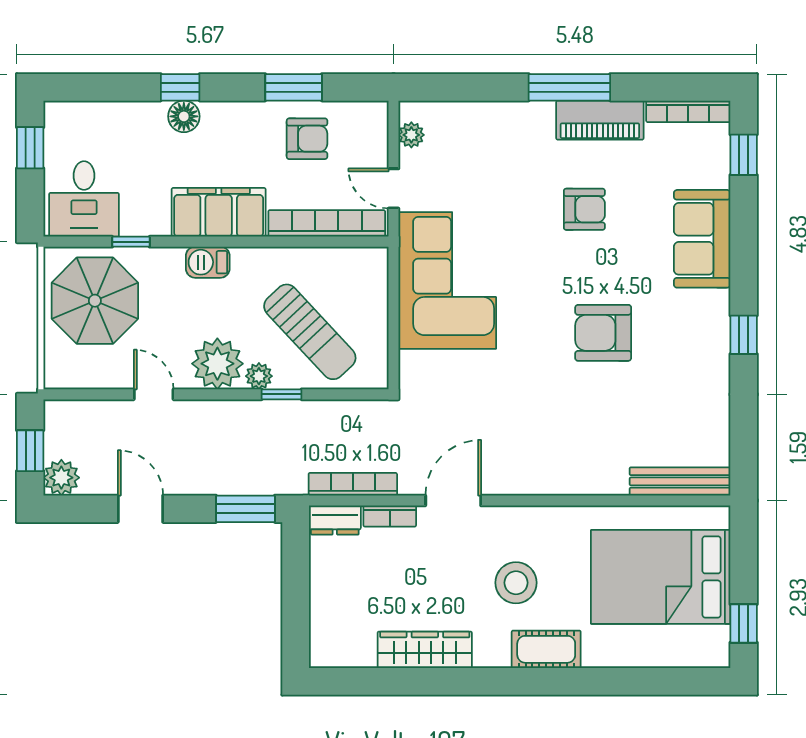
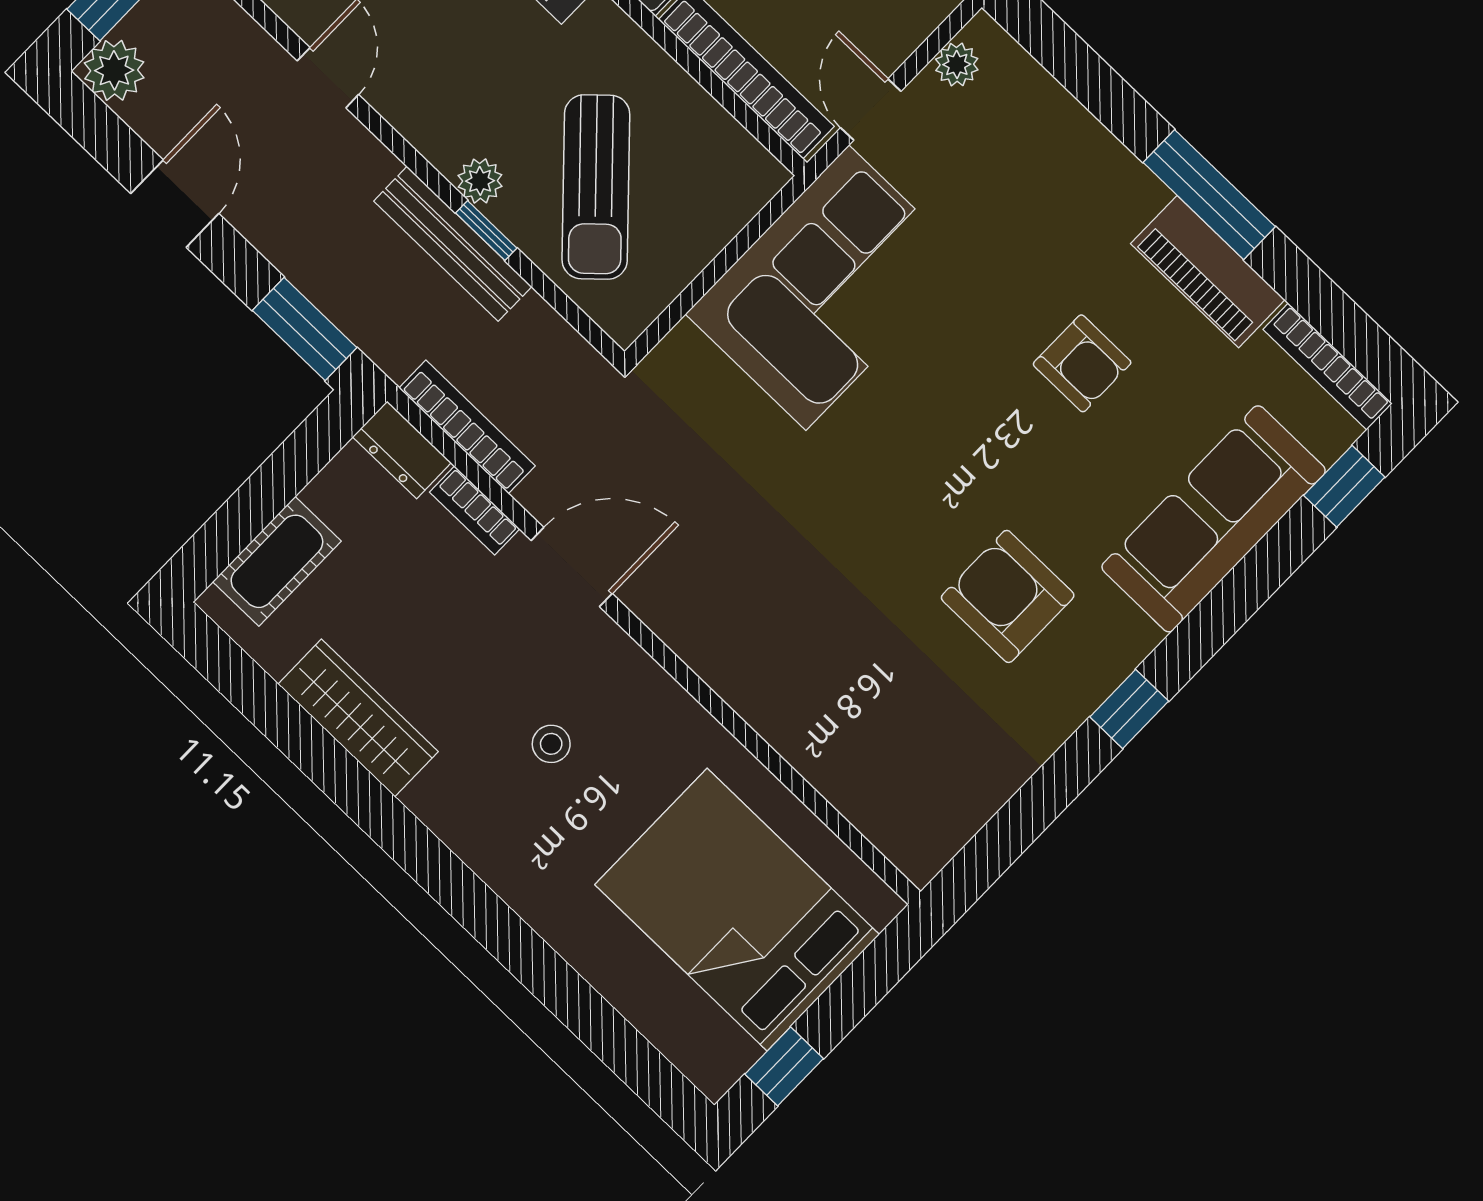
sofa: (702, 239) -> (1214, 519), width x1.36
armchair: (603, 333) -> (1008, 596), moved
plant: (217, 364) -> (443, 116), removed
bench: (680, 481) -> (453, 244), moved
stool: (516, 583) -> (551, 744), width x0.53, depth x0.53
cot: (546, 649) -> (277, 561), moved, turned 90

